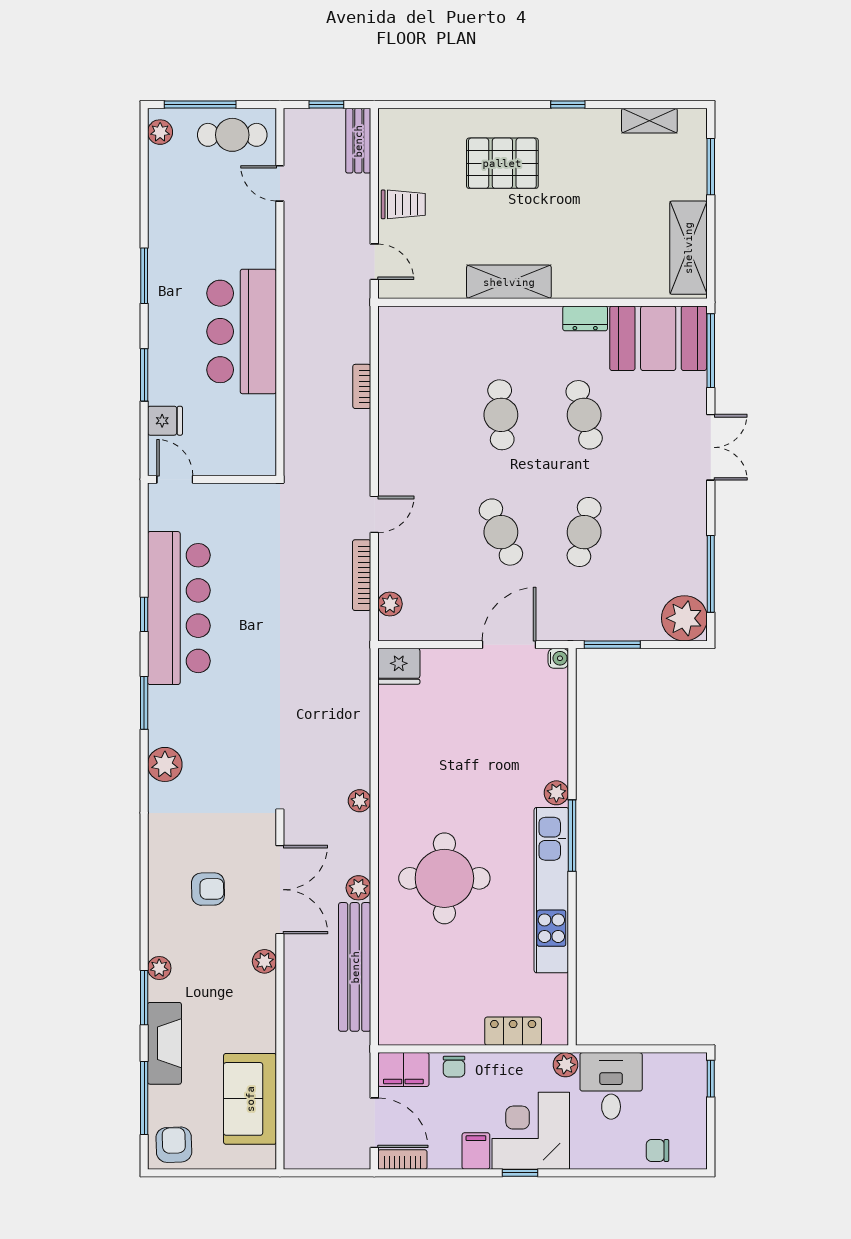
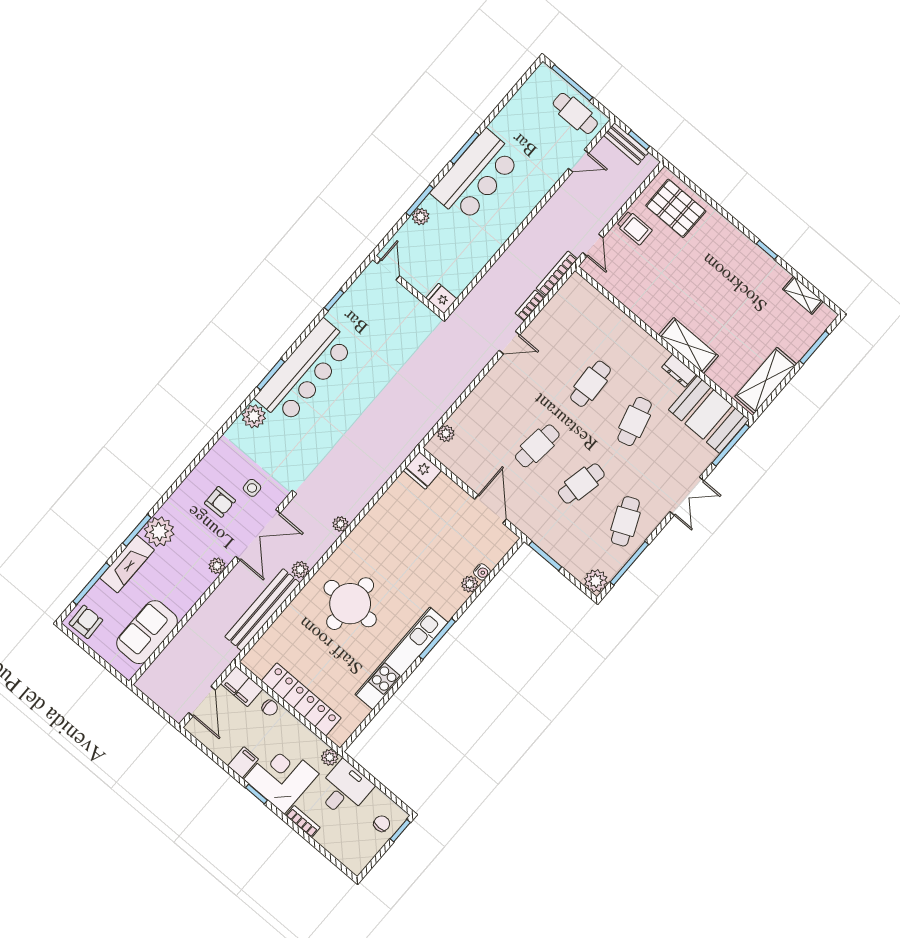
plant: (160, 132) -> (421, 217), moved
bench: (358, 141) -> (626, 144), moved, turned 90
pallet: (502, 163) -> (676, 208), moved
door: (280, 183) -> (579, 161), swing flipped
shelving: (509, 282) -> (689, 345), moved
bar counter: (242, 331) -> (476, 176), moved, turned 180
fridge: (165, 421) -> (441, 298), moved, turned 180
door: (374, 514) -> (509, 343), moved
cafe table: (501, 532) -> (537, 446), turned 30
cafe table: (667, 532) -> (625, 521), added
bookcase: (362, 575) -> (557, 274), moved
bar counter: (179, 608) -> (305, 372), moved
window: (144, 614) -> (334, 300), moved
plant: (684, 618) -> (596, 581), width x0.73, depth x0.73
door: (509, 645) -> (490, 509), hinge flipped
water cooler: (558, 658) -> (482, 572), moved
plant: (556, 793) -> (470, 584), moved
side table: (230, 844) -> (252, 488), added
plant: (159, 968) -> (159, 532), width x1.88, depth x1.88
locker: (513, 1031) -> (301, 699), width x2.16, depth x1.21
chair: (454, 1067) -> (270, 708), turned -90
chair: (657, 1150) -> (382, 824), moved, turned 90
bookcase: (402, 1160) -> (303, 821), moved

